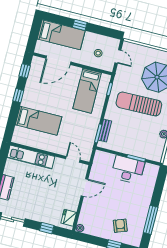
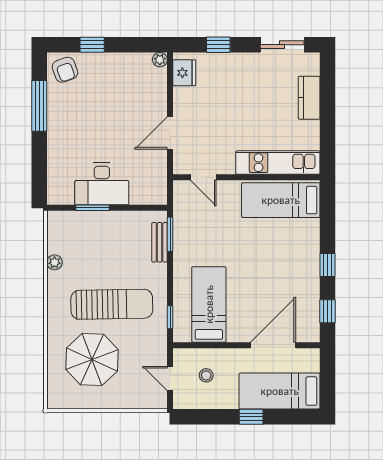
bed: (38, 121) -> (281, 200), moved
armchair: (120, 226) -> (65, 70), moved

